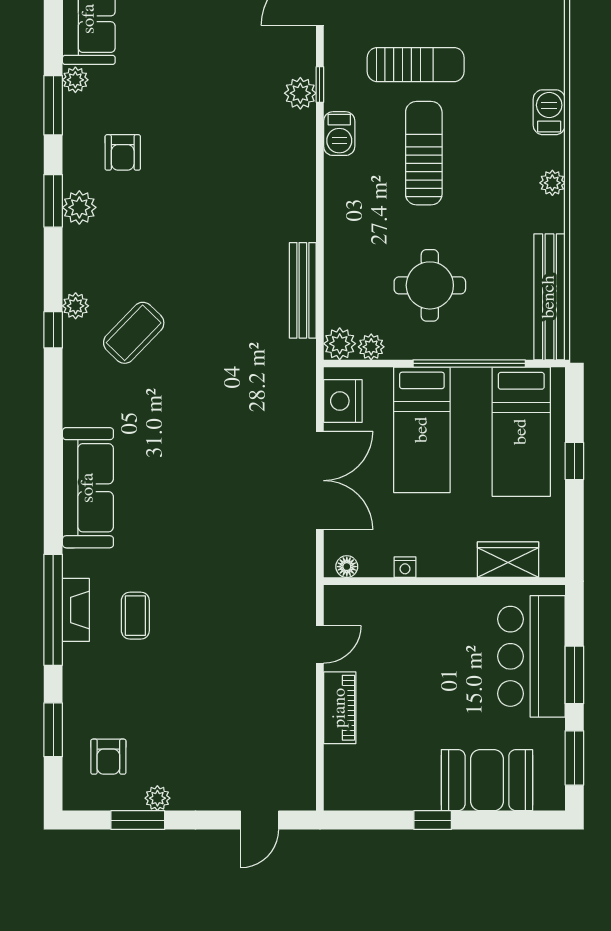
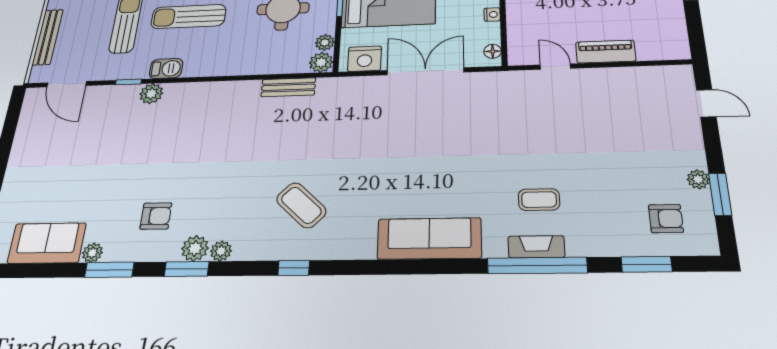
plant: (300, 93) -> (151, 94), moved
bench: (303, 290) -> (288, 87), width x0.73
plant: (76, 306) -> (221, 251), moved

